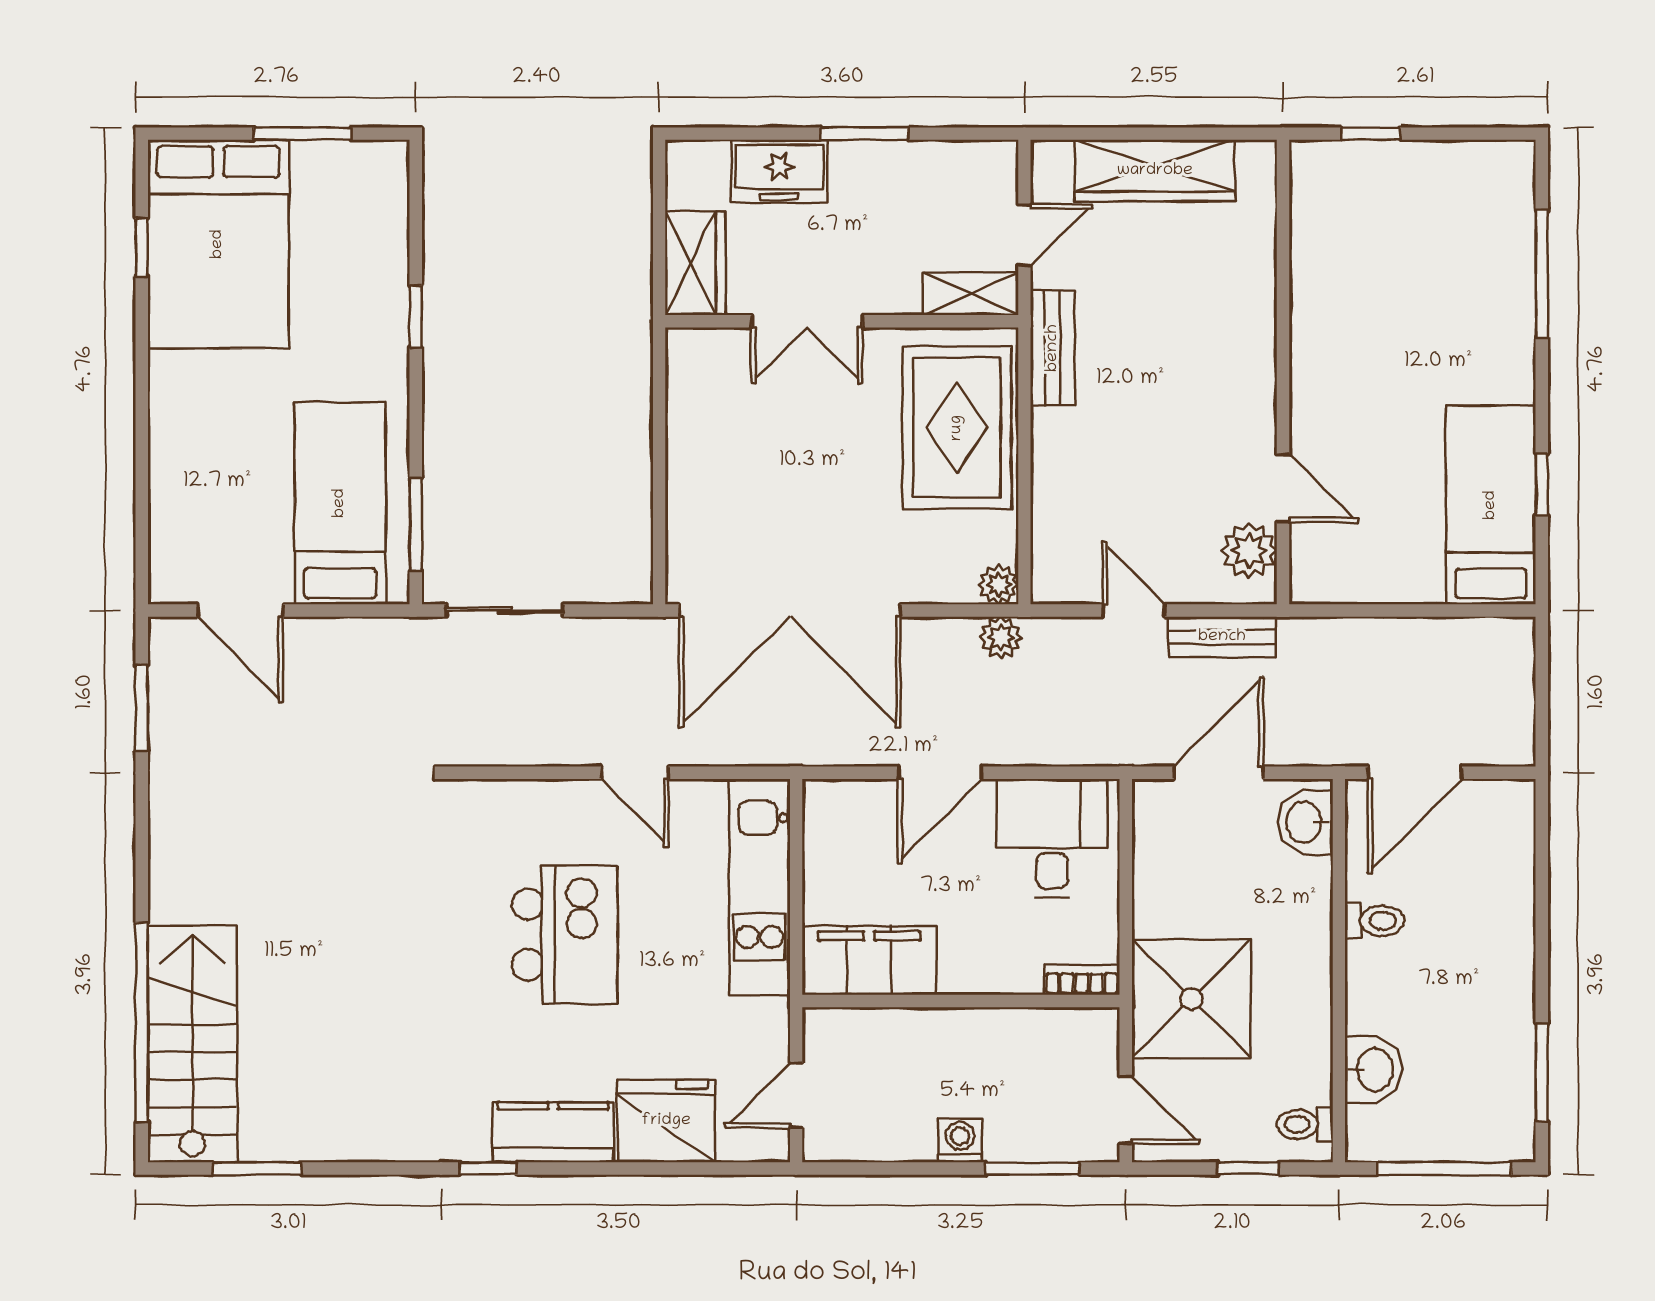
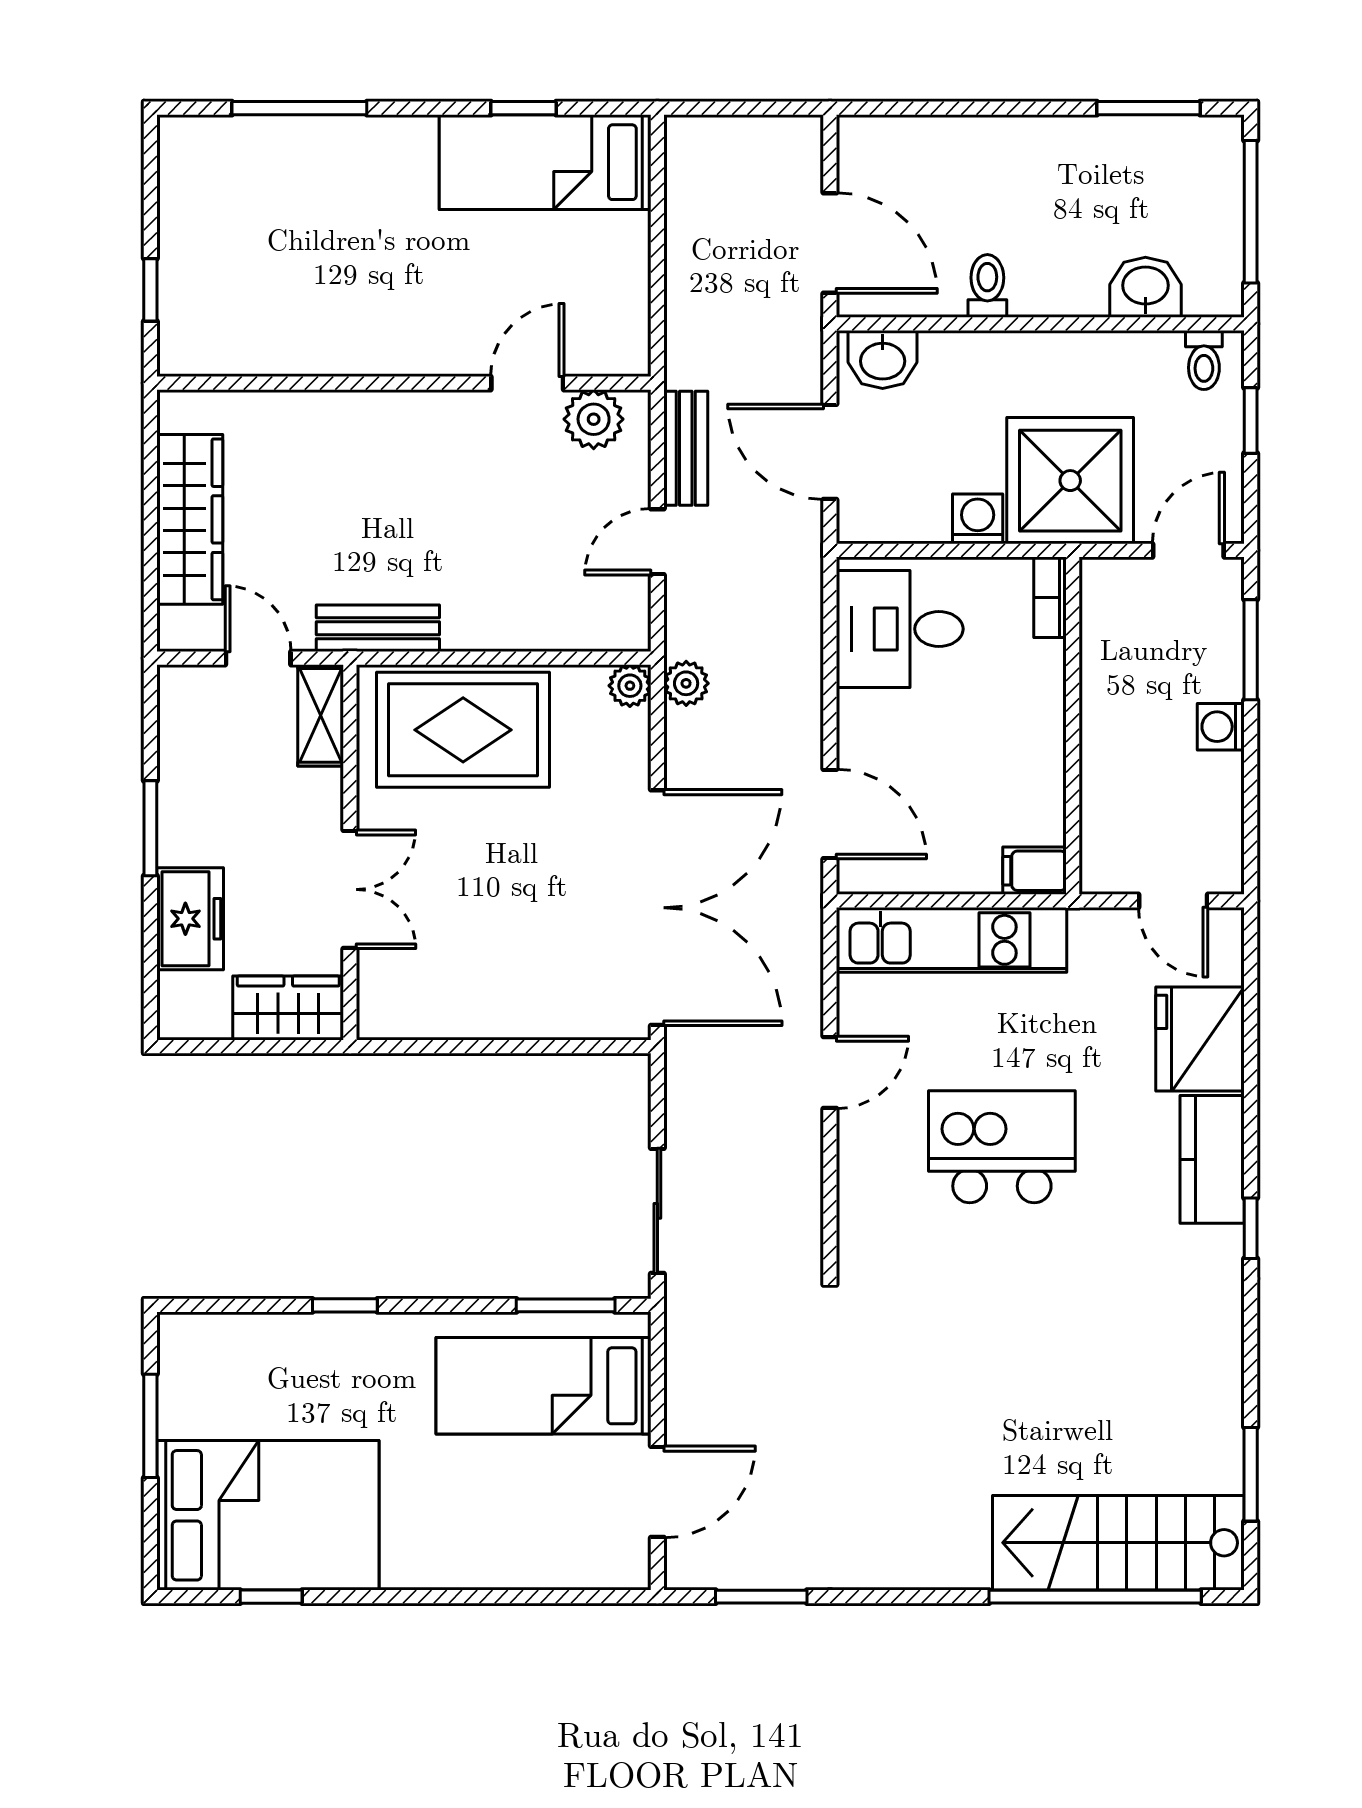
door: (940, 773) -> (830, 814), moved
washing machine: (1155, 912) -> (978, 519), added
filing cabinet: (869, 960) -> (1035, 871), width x0.33, depth x0.86

